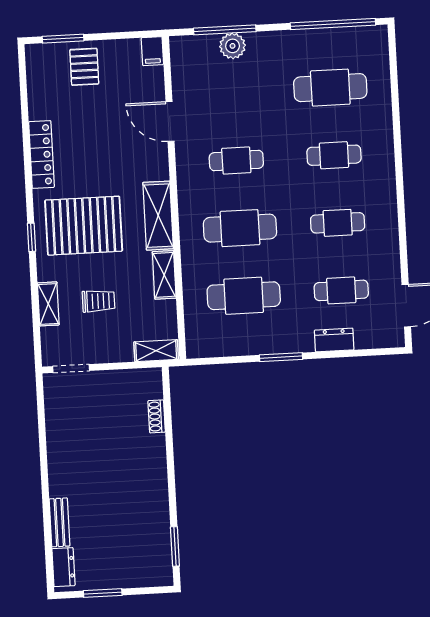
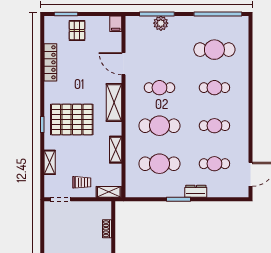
locker: (41, 154) -> (50, 62), moved
shelving: (158, 216) -> (114, 102), moved
trolley: (99, 301) -> (82, 182), moved
dresser: (334, 340) -> (196, 191), moved

